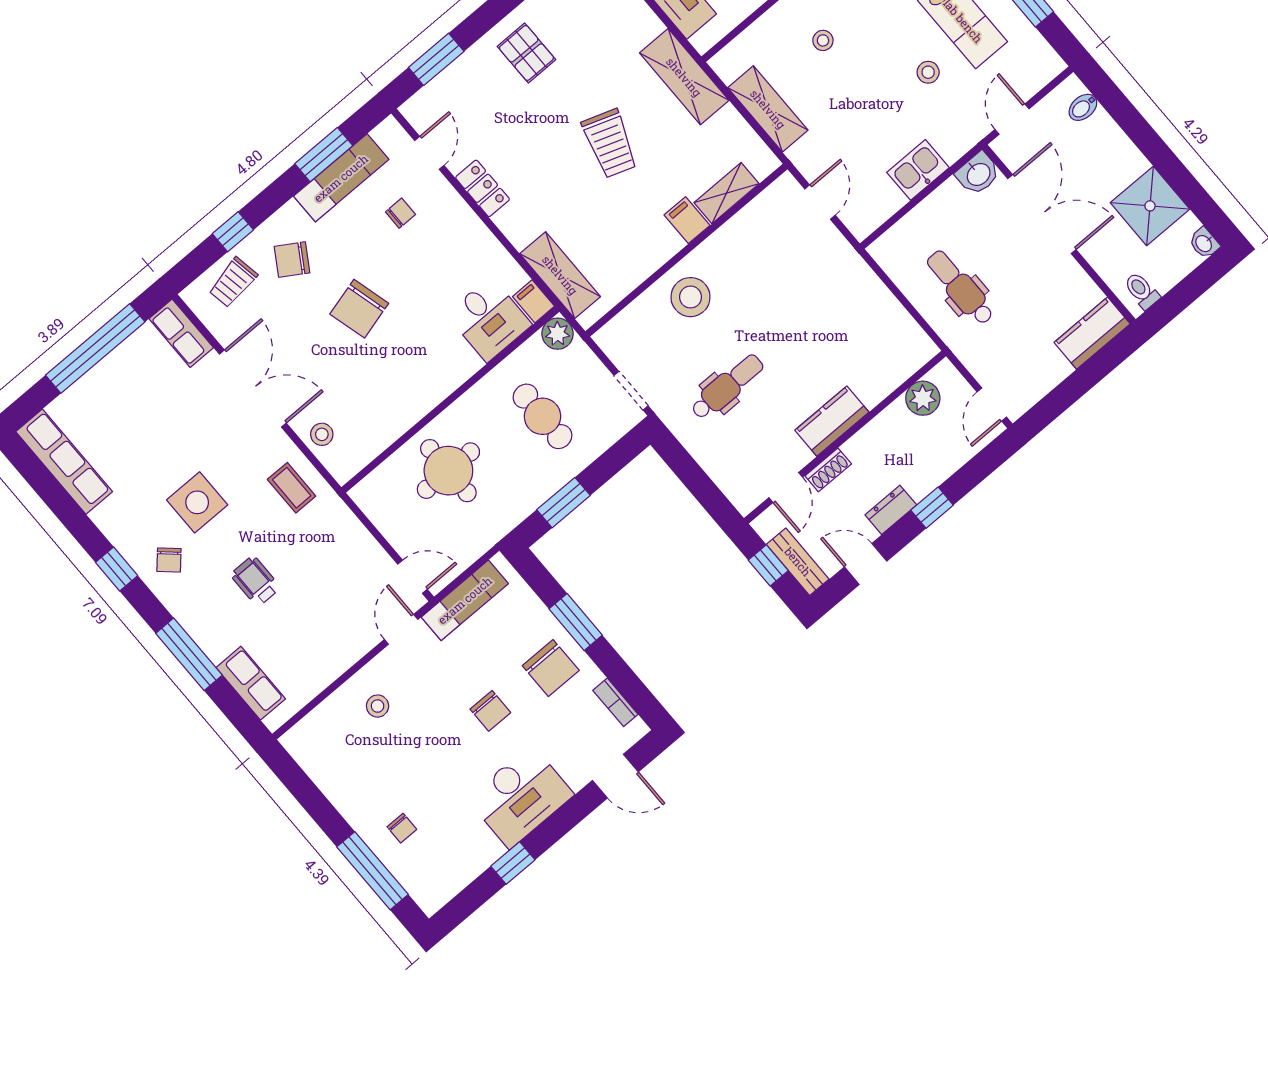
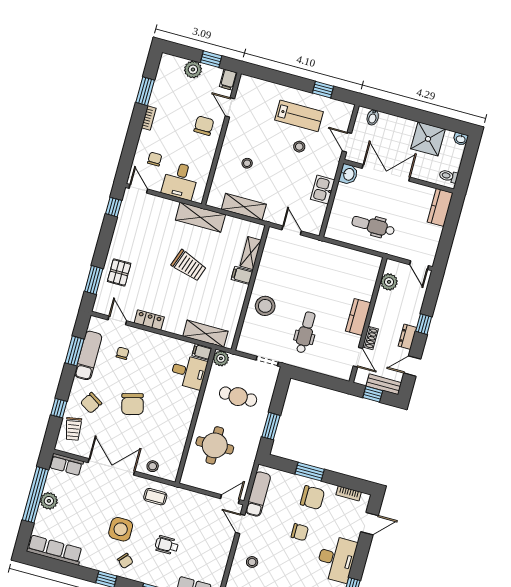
pallet: (526, 53) -> (119, 272), moved, turned 90
plant: (111, 374) -> (49, 501), added

